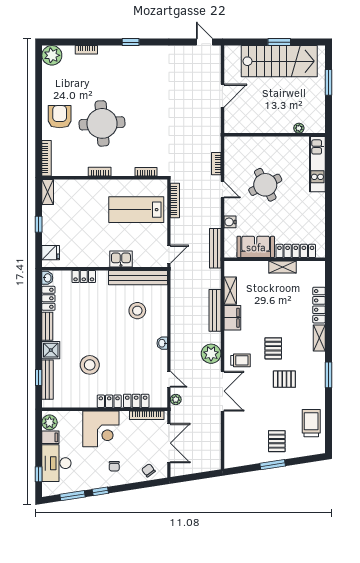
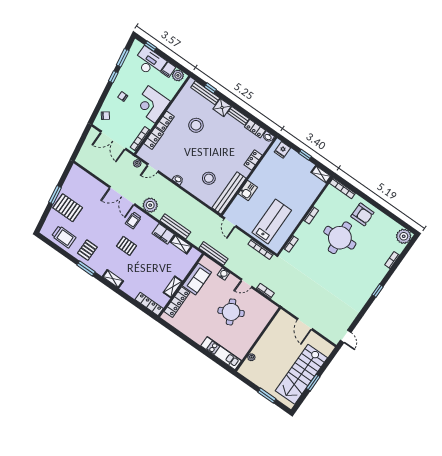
door: (204, 42) -> (346, 336), hinge flipped
locker: (319, 305) -> (149, 304), moved
pallet: (284, 379) -> (87, 250), moved
pallet: (277, 441) -> (68, 208), width x1.50, depth x1.42

